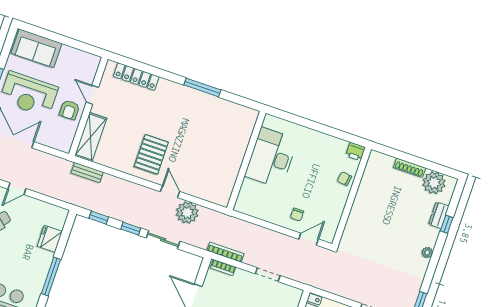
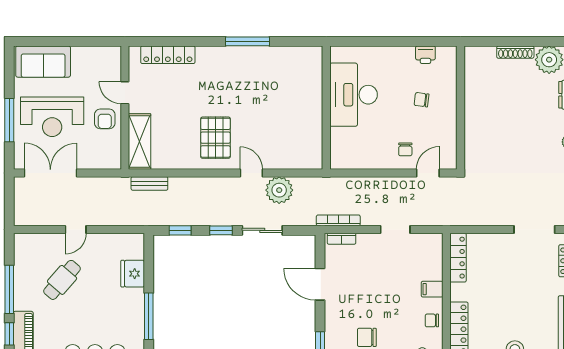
printer: (355, 151) -> (425, 55), moved
chair: (344, 179) -> (422, 100), moved

